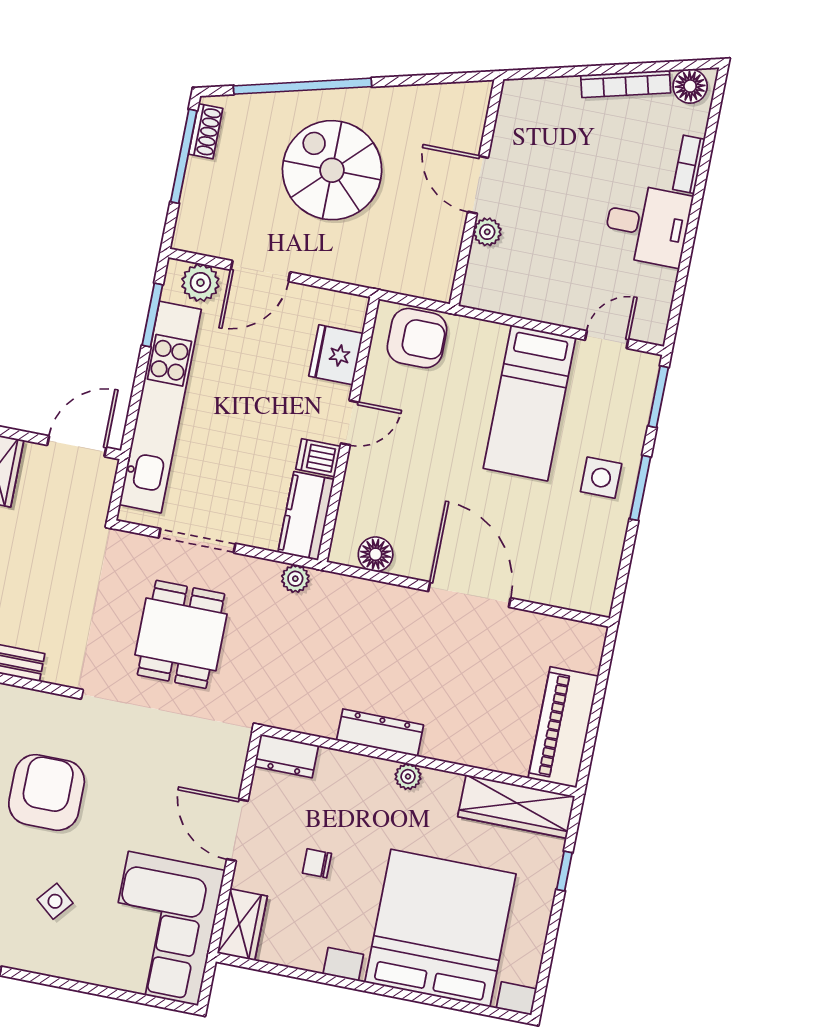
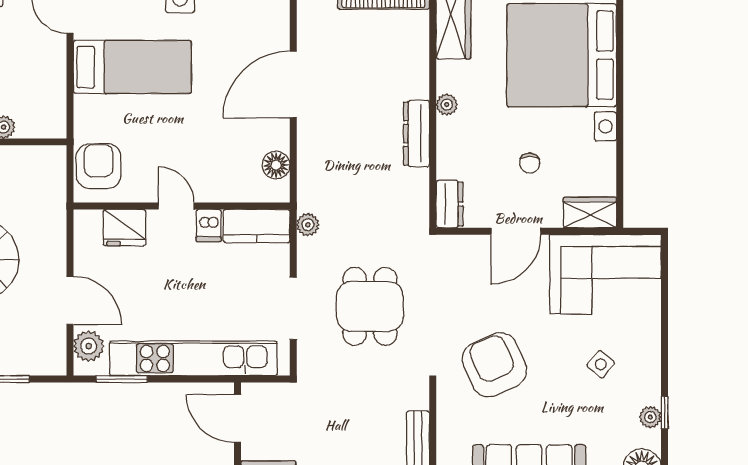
dining table: (181, 634) -> (370, 306), turned 90
armchair: (47, 792) -> (495, 365), moved, turned 66

